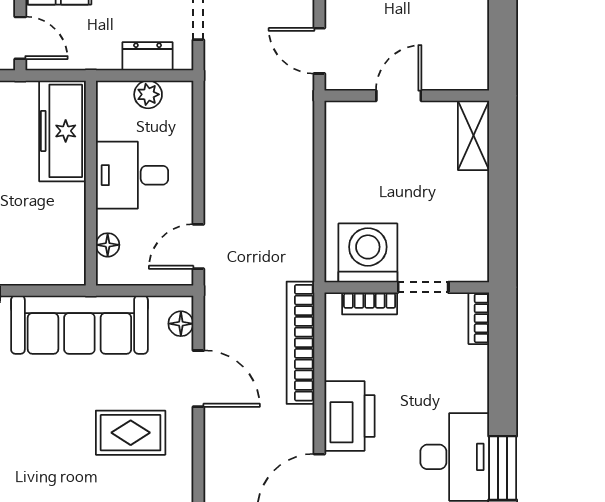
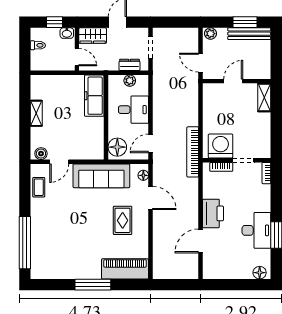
desk: (132, 175) -> (133, 110), moved, turned 180
floor lamp: (108, 245) -> (117, 147), width x1.89, depth x1.89
bookcase: (300, 343) -> (193, 152), moved
rug: (131, 433) -> (123, 220), turned 90

